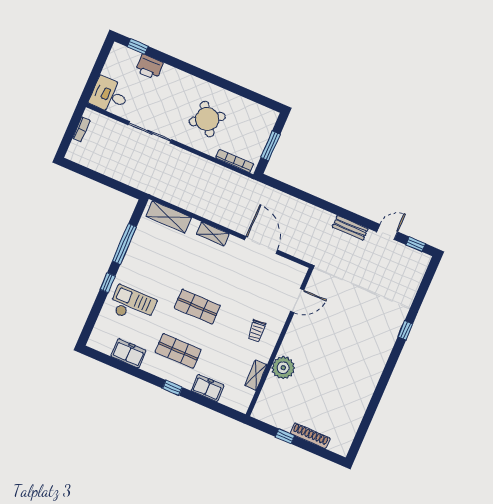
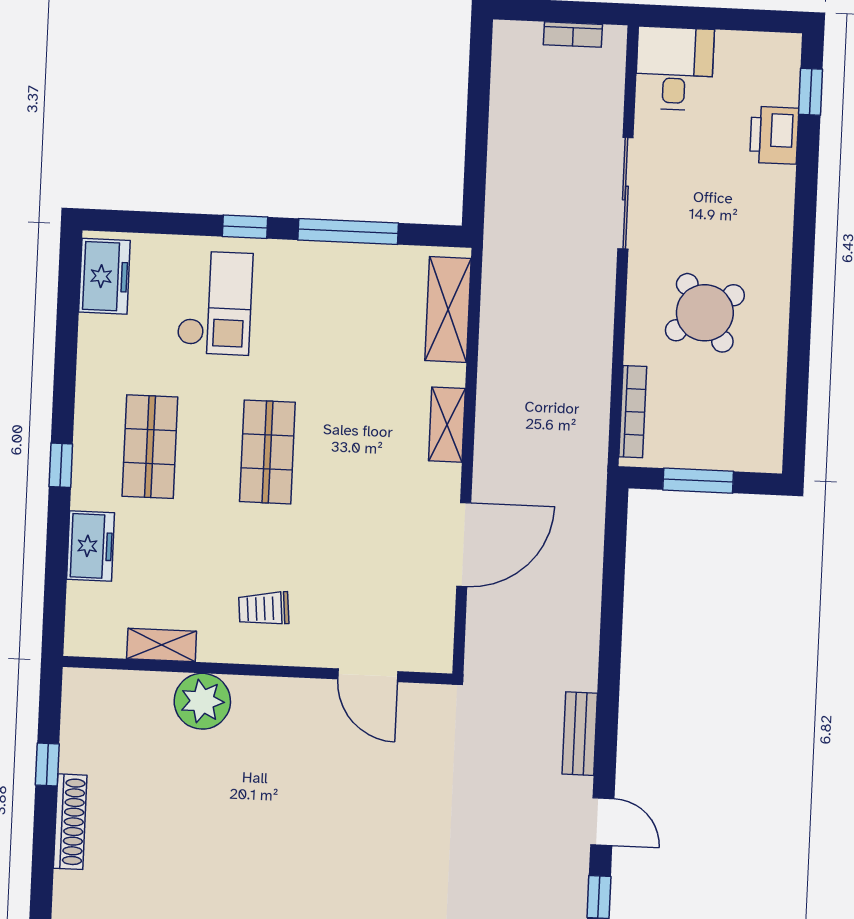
freezer: (129, 353) -> (104, 276), moved

